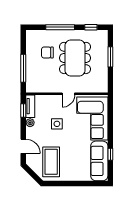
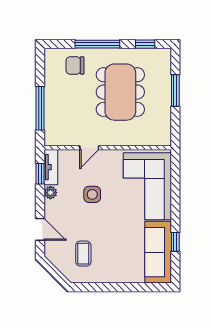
chair: (47, 53) -> (75, 65), moved
door: (68, 94) -> (89, 148), moved
coffee table: (51, 162) -> (83, 254), width x0.54, depth x0.58

